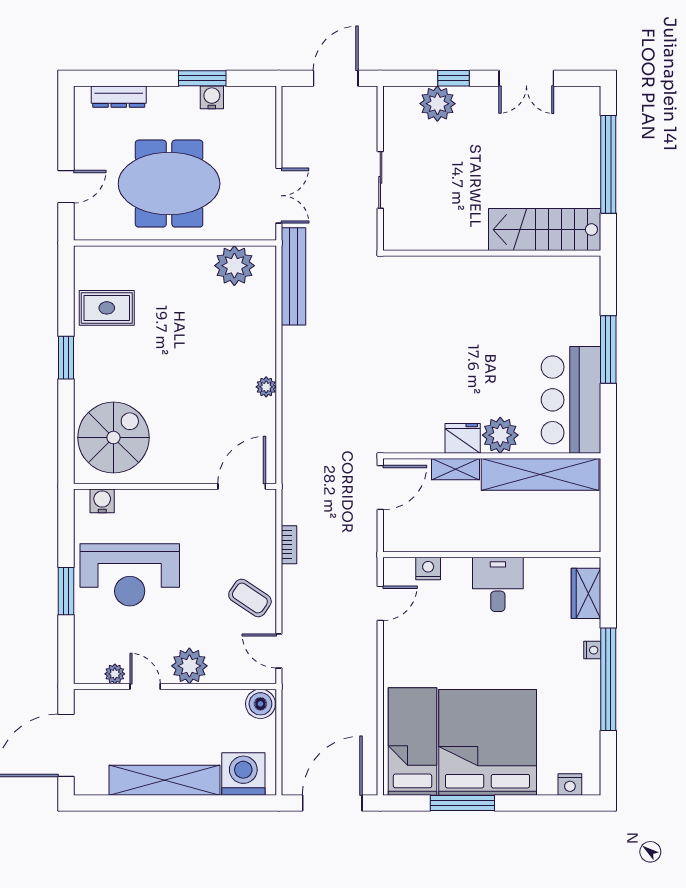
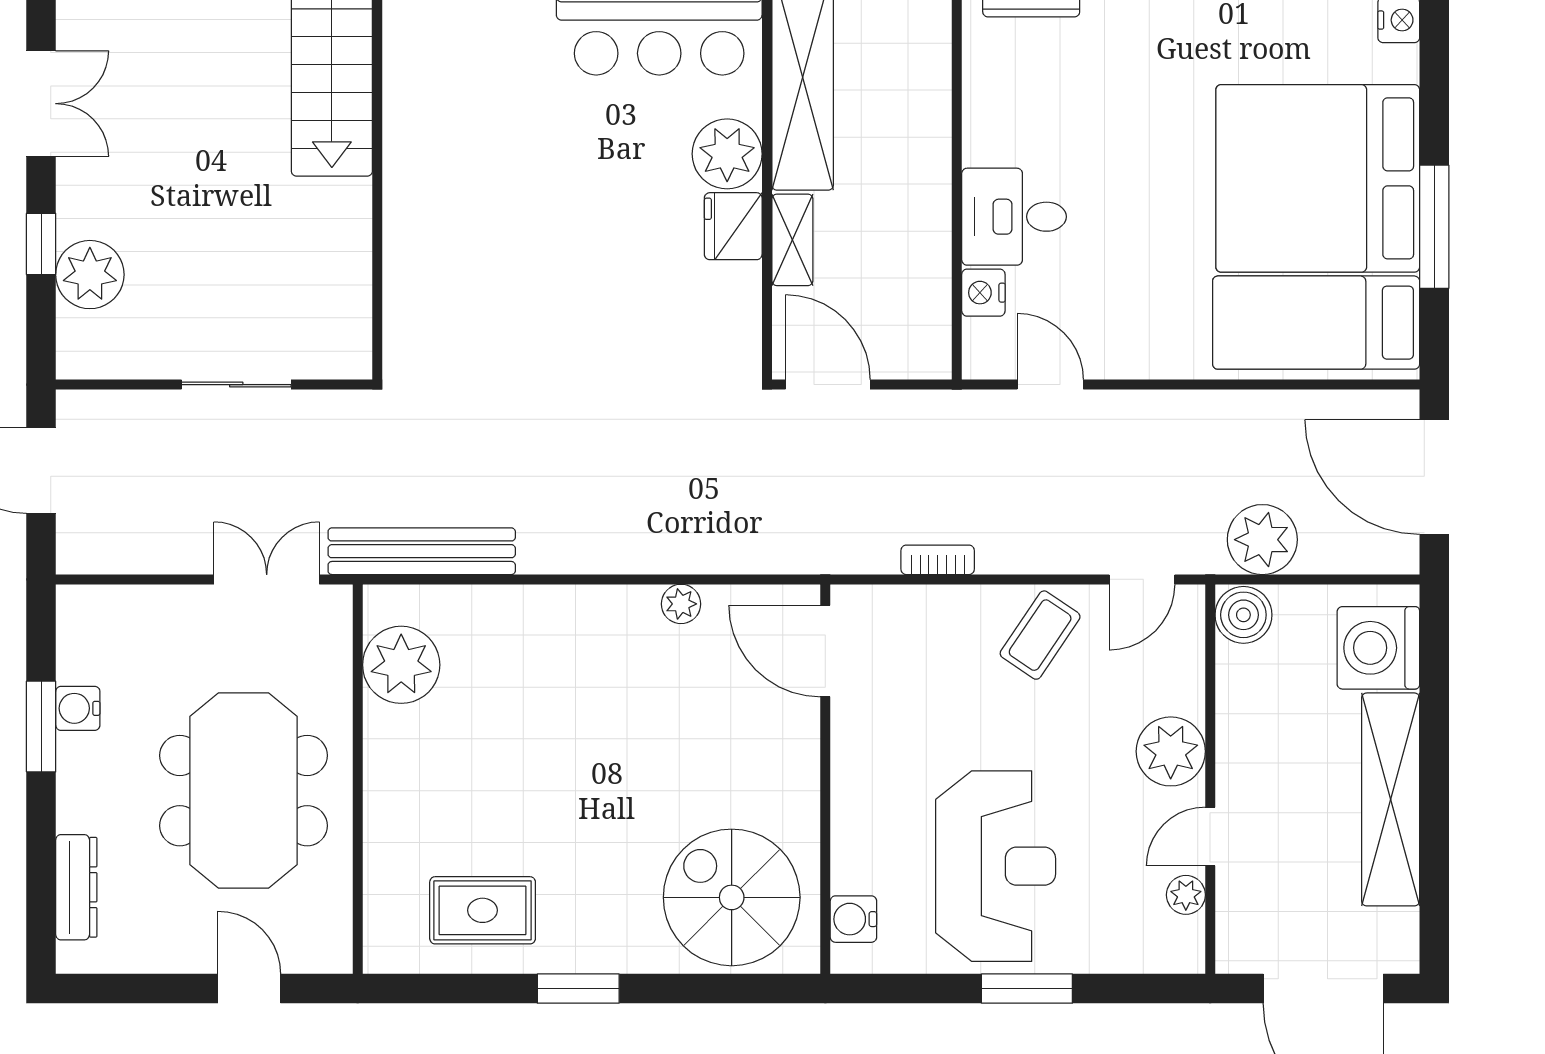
rug: (107, 308) -> (483, 910), turned 90
plant: (266, 387) -> (681, 604), moved
desk: (498, 584) -> (1014, 217), moved
plant: (300, 714) -> (1262, 540), added

